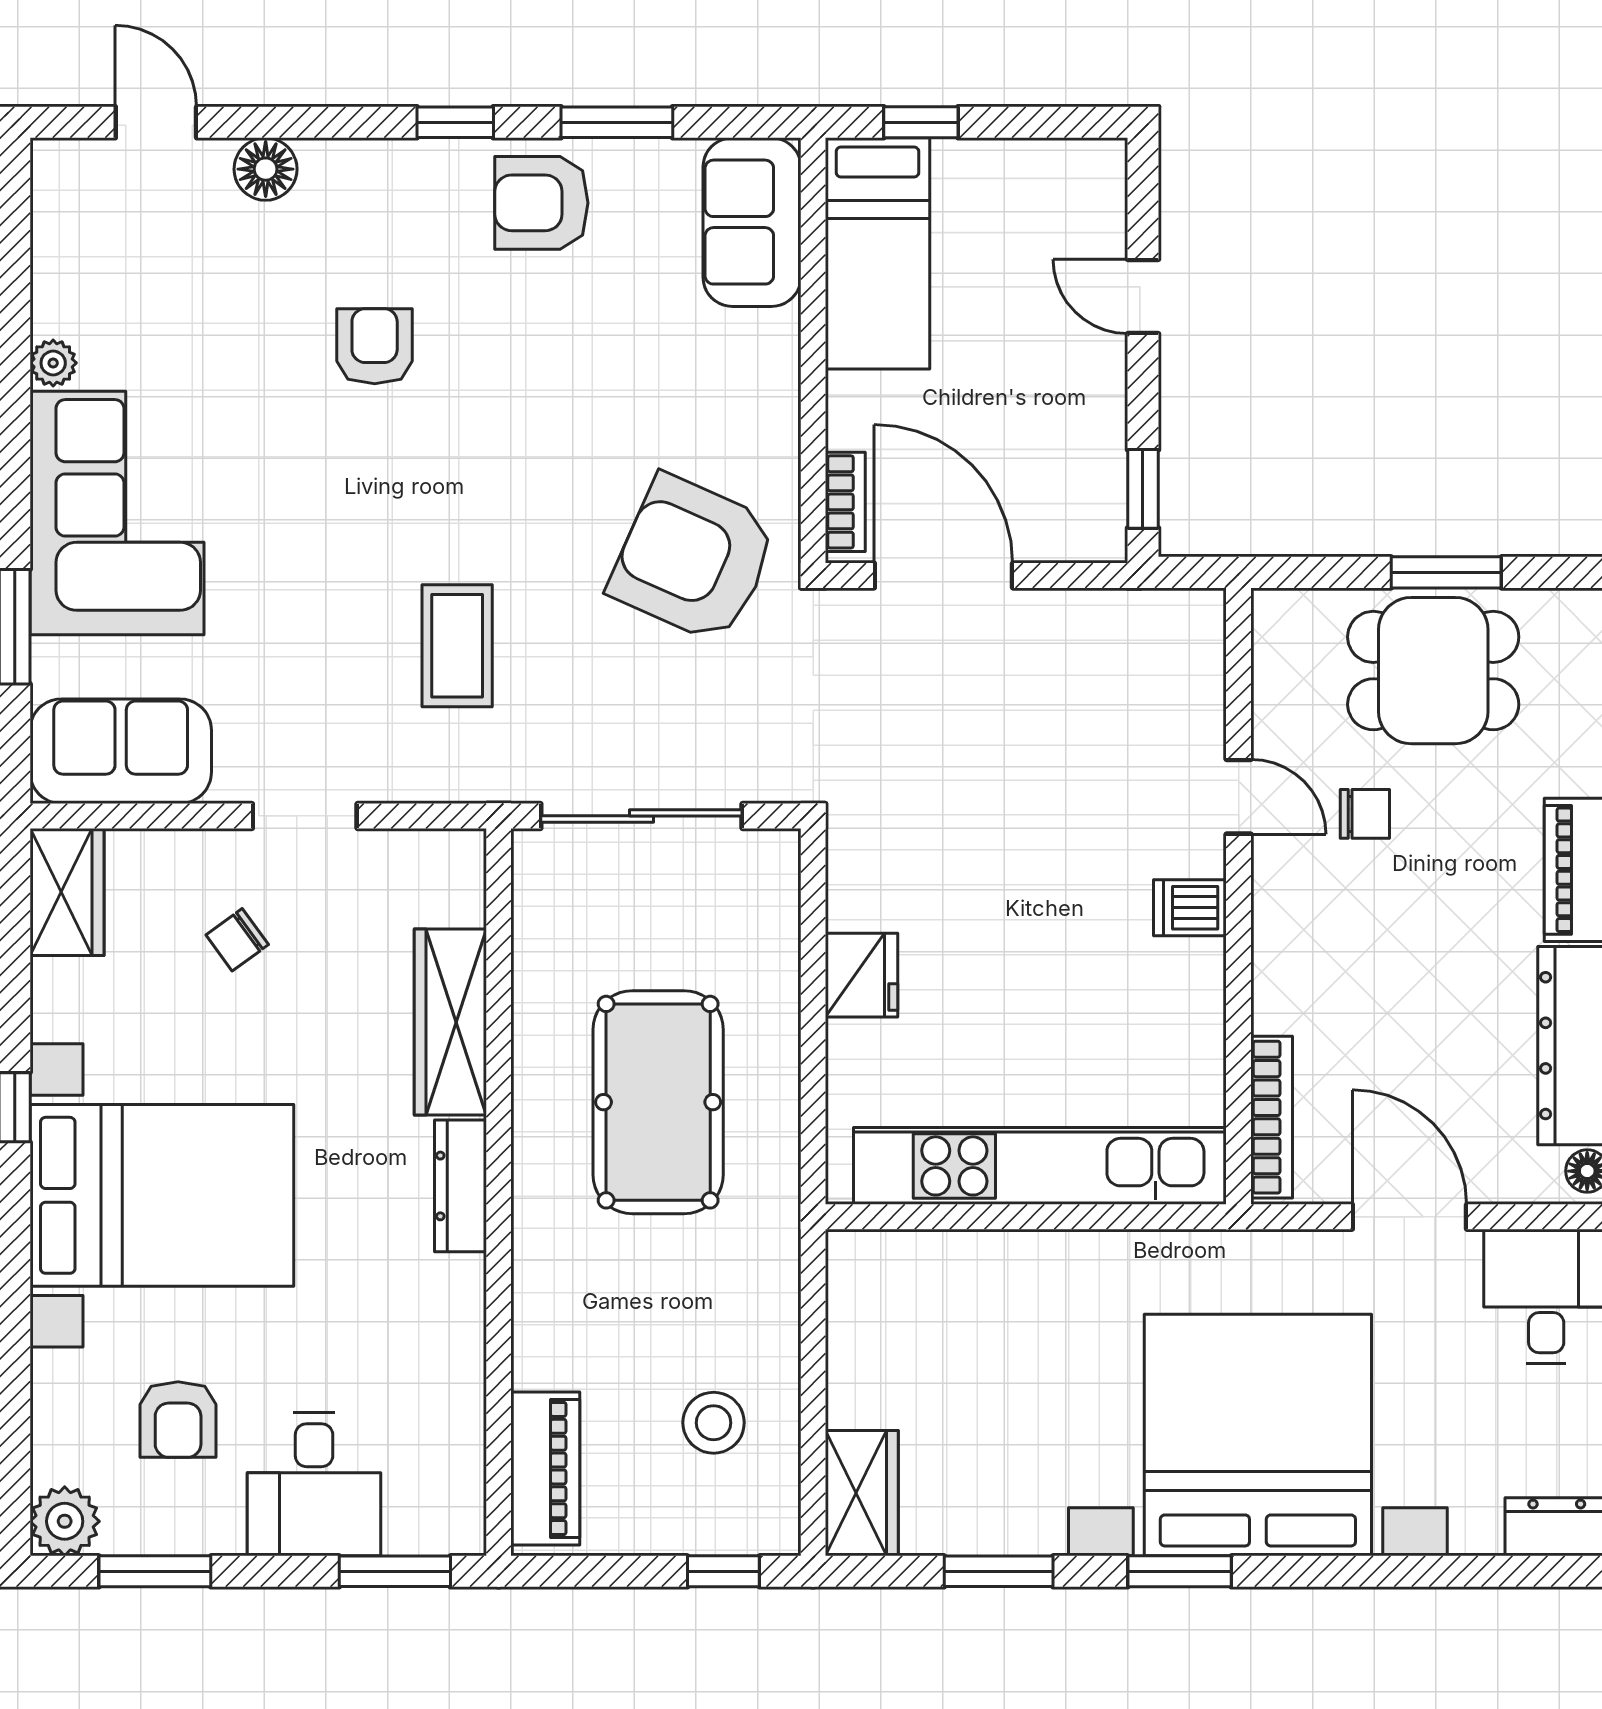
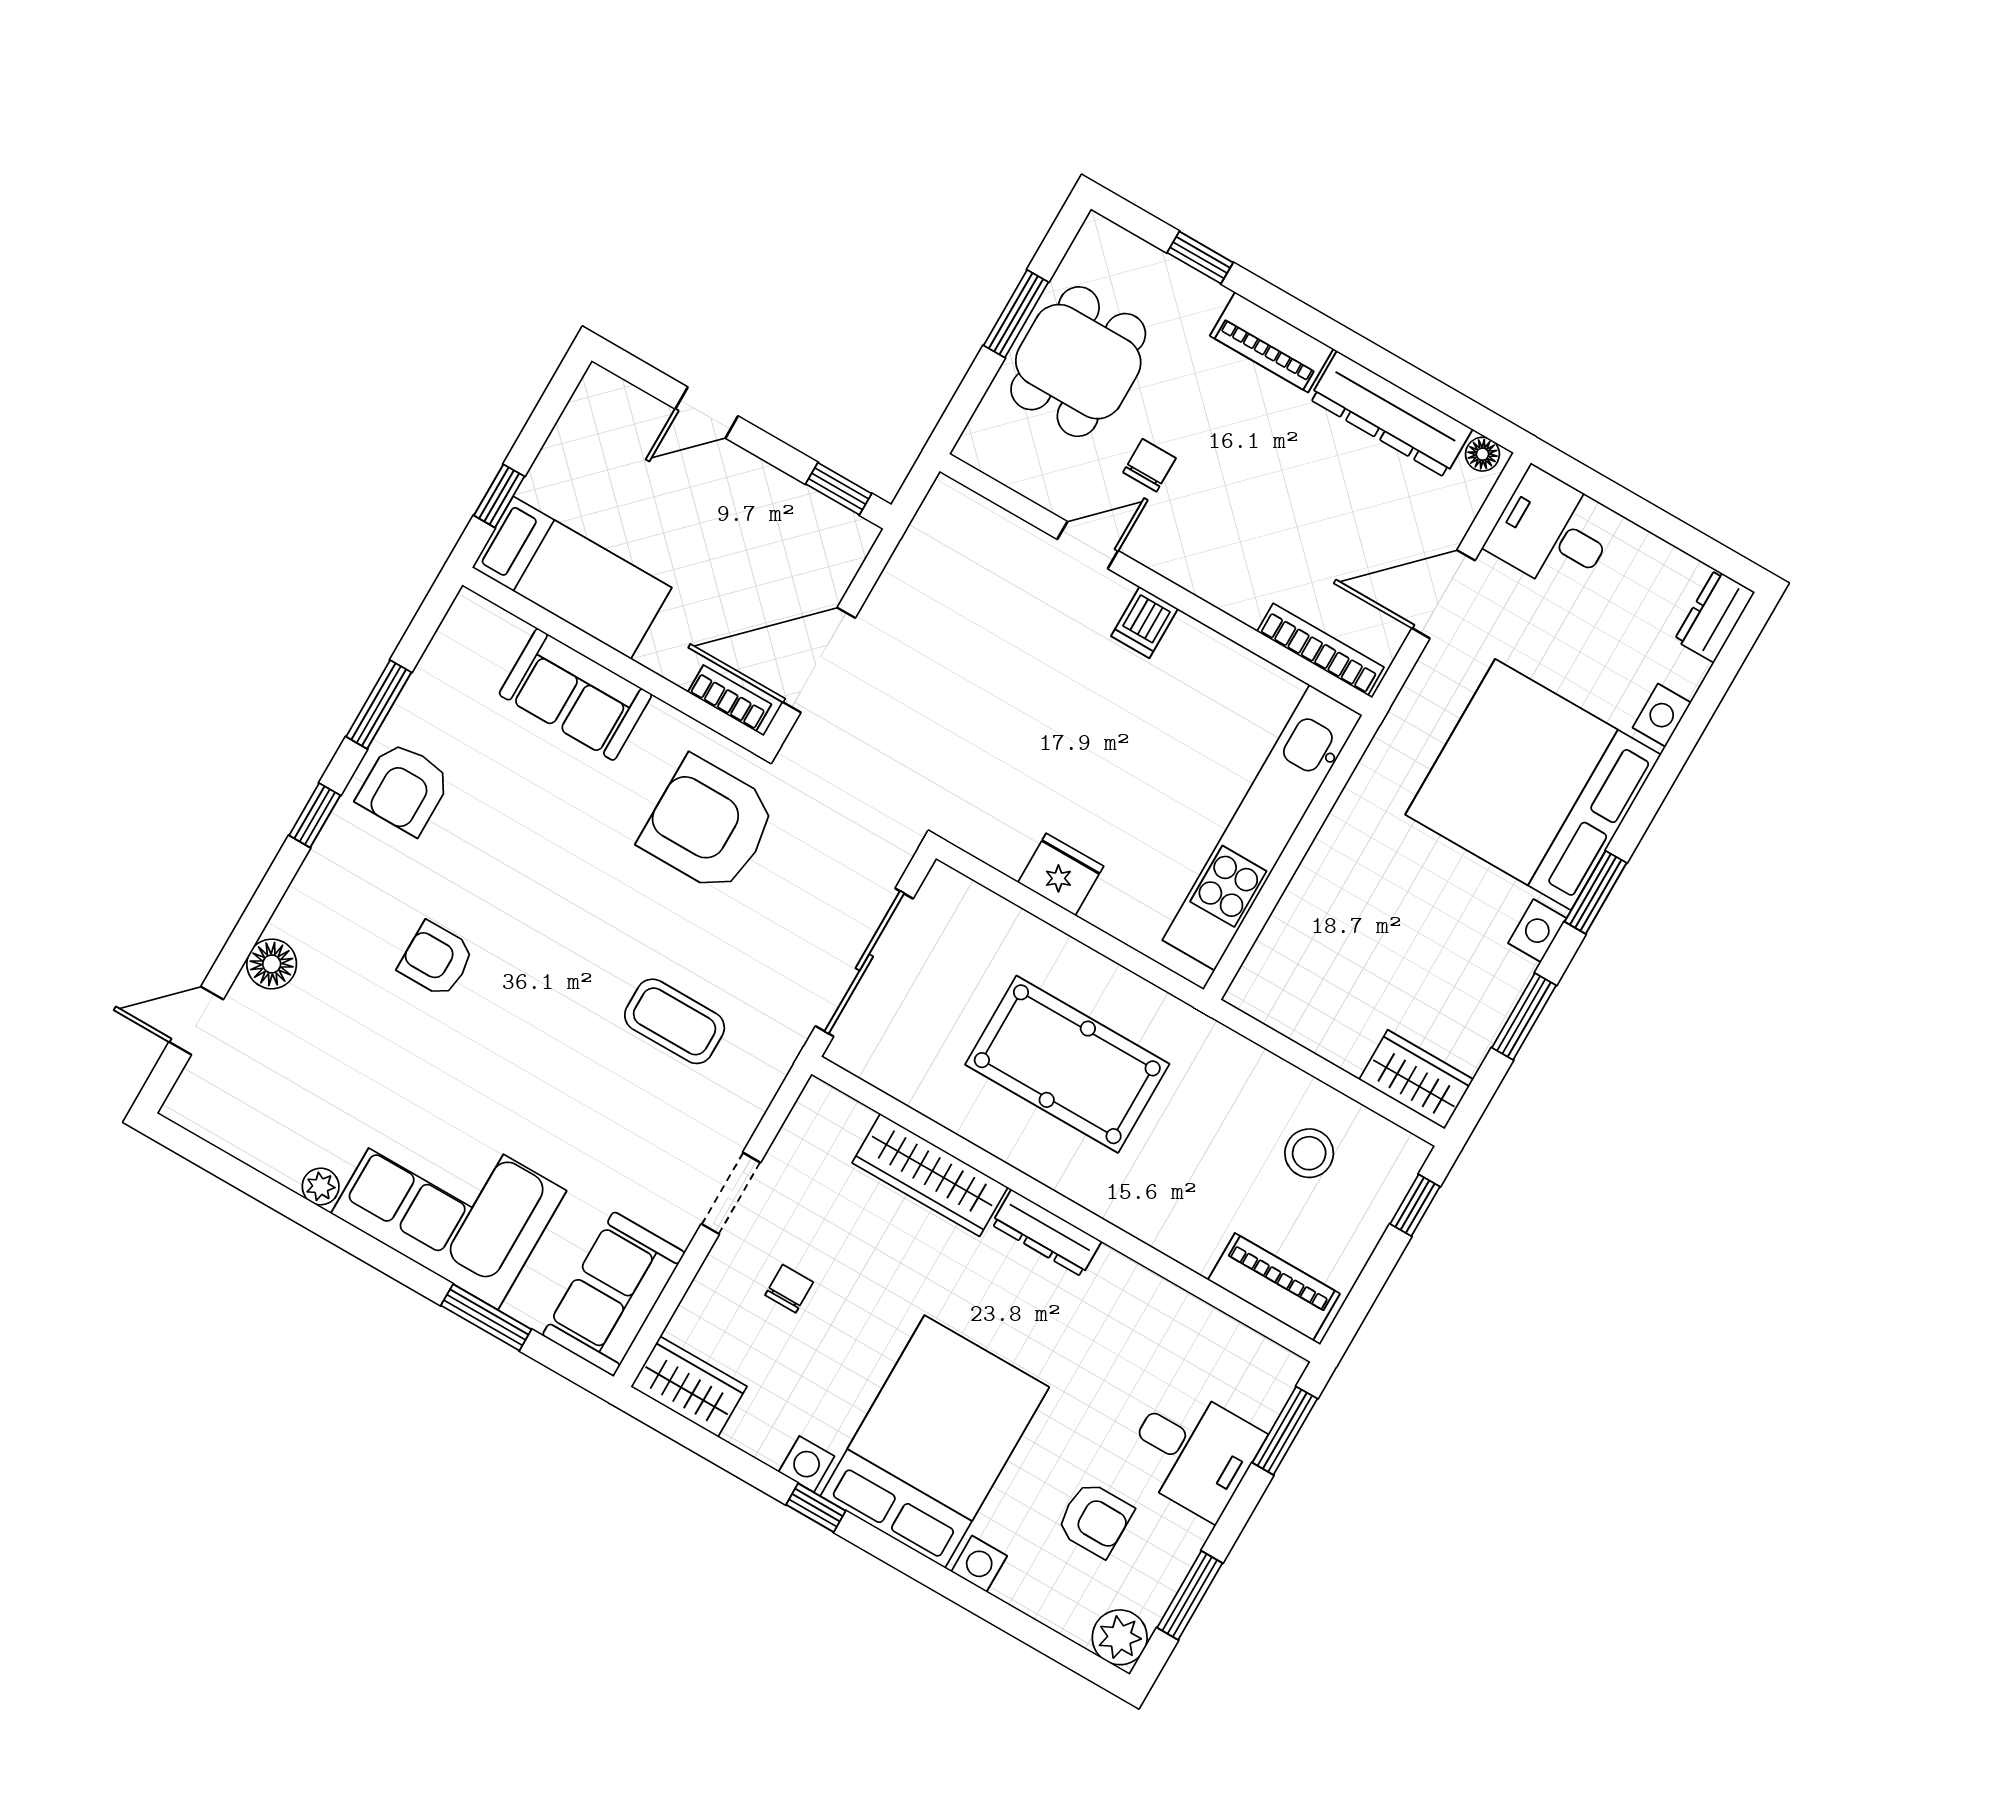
sofa: (752, 222) -> (575, 694), moved
armchair: (693, 559) -> (709, 825), turned 66
chair: (237, 940) -> (789, 1289), turned -144

